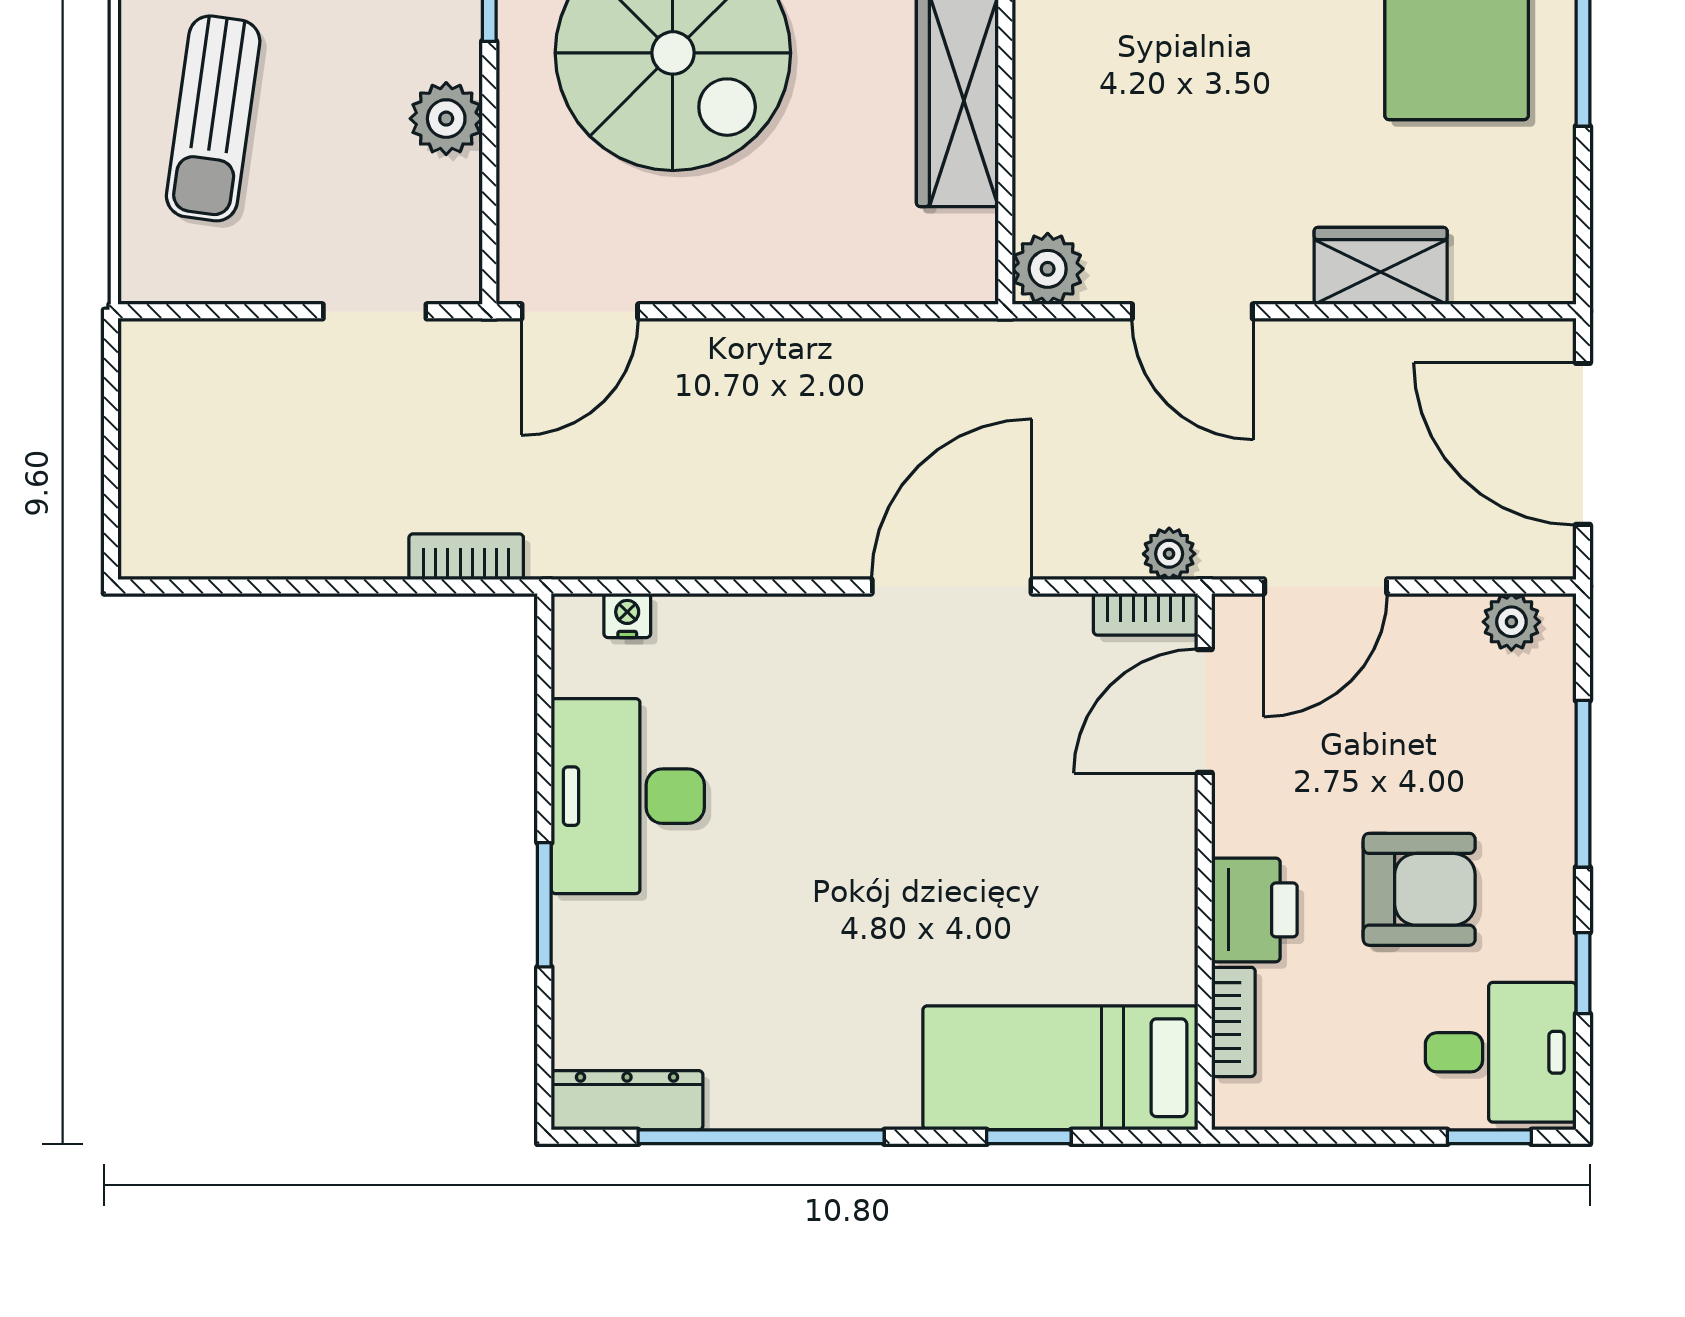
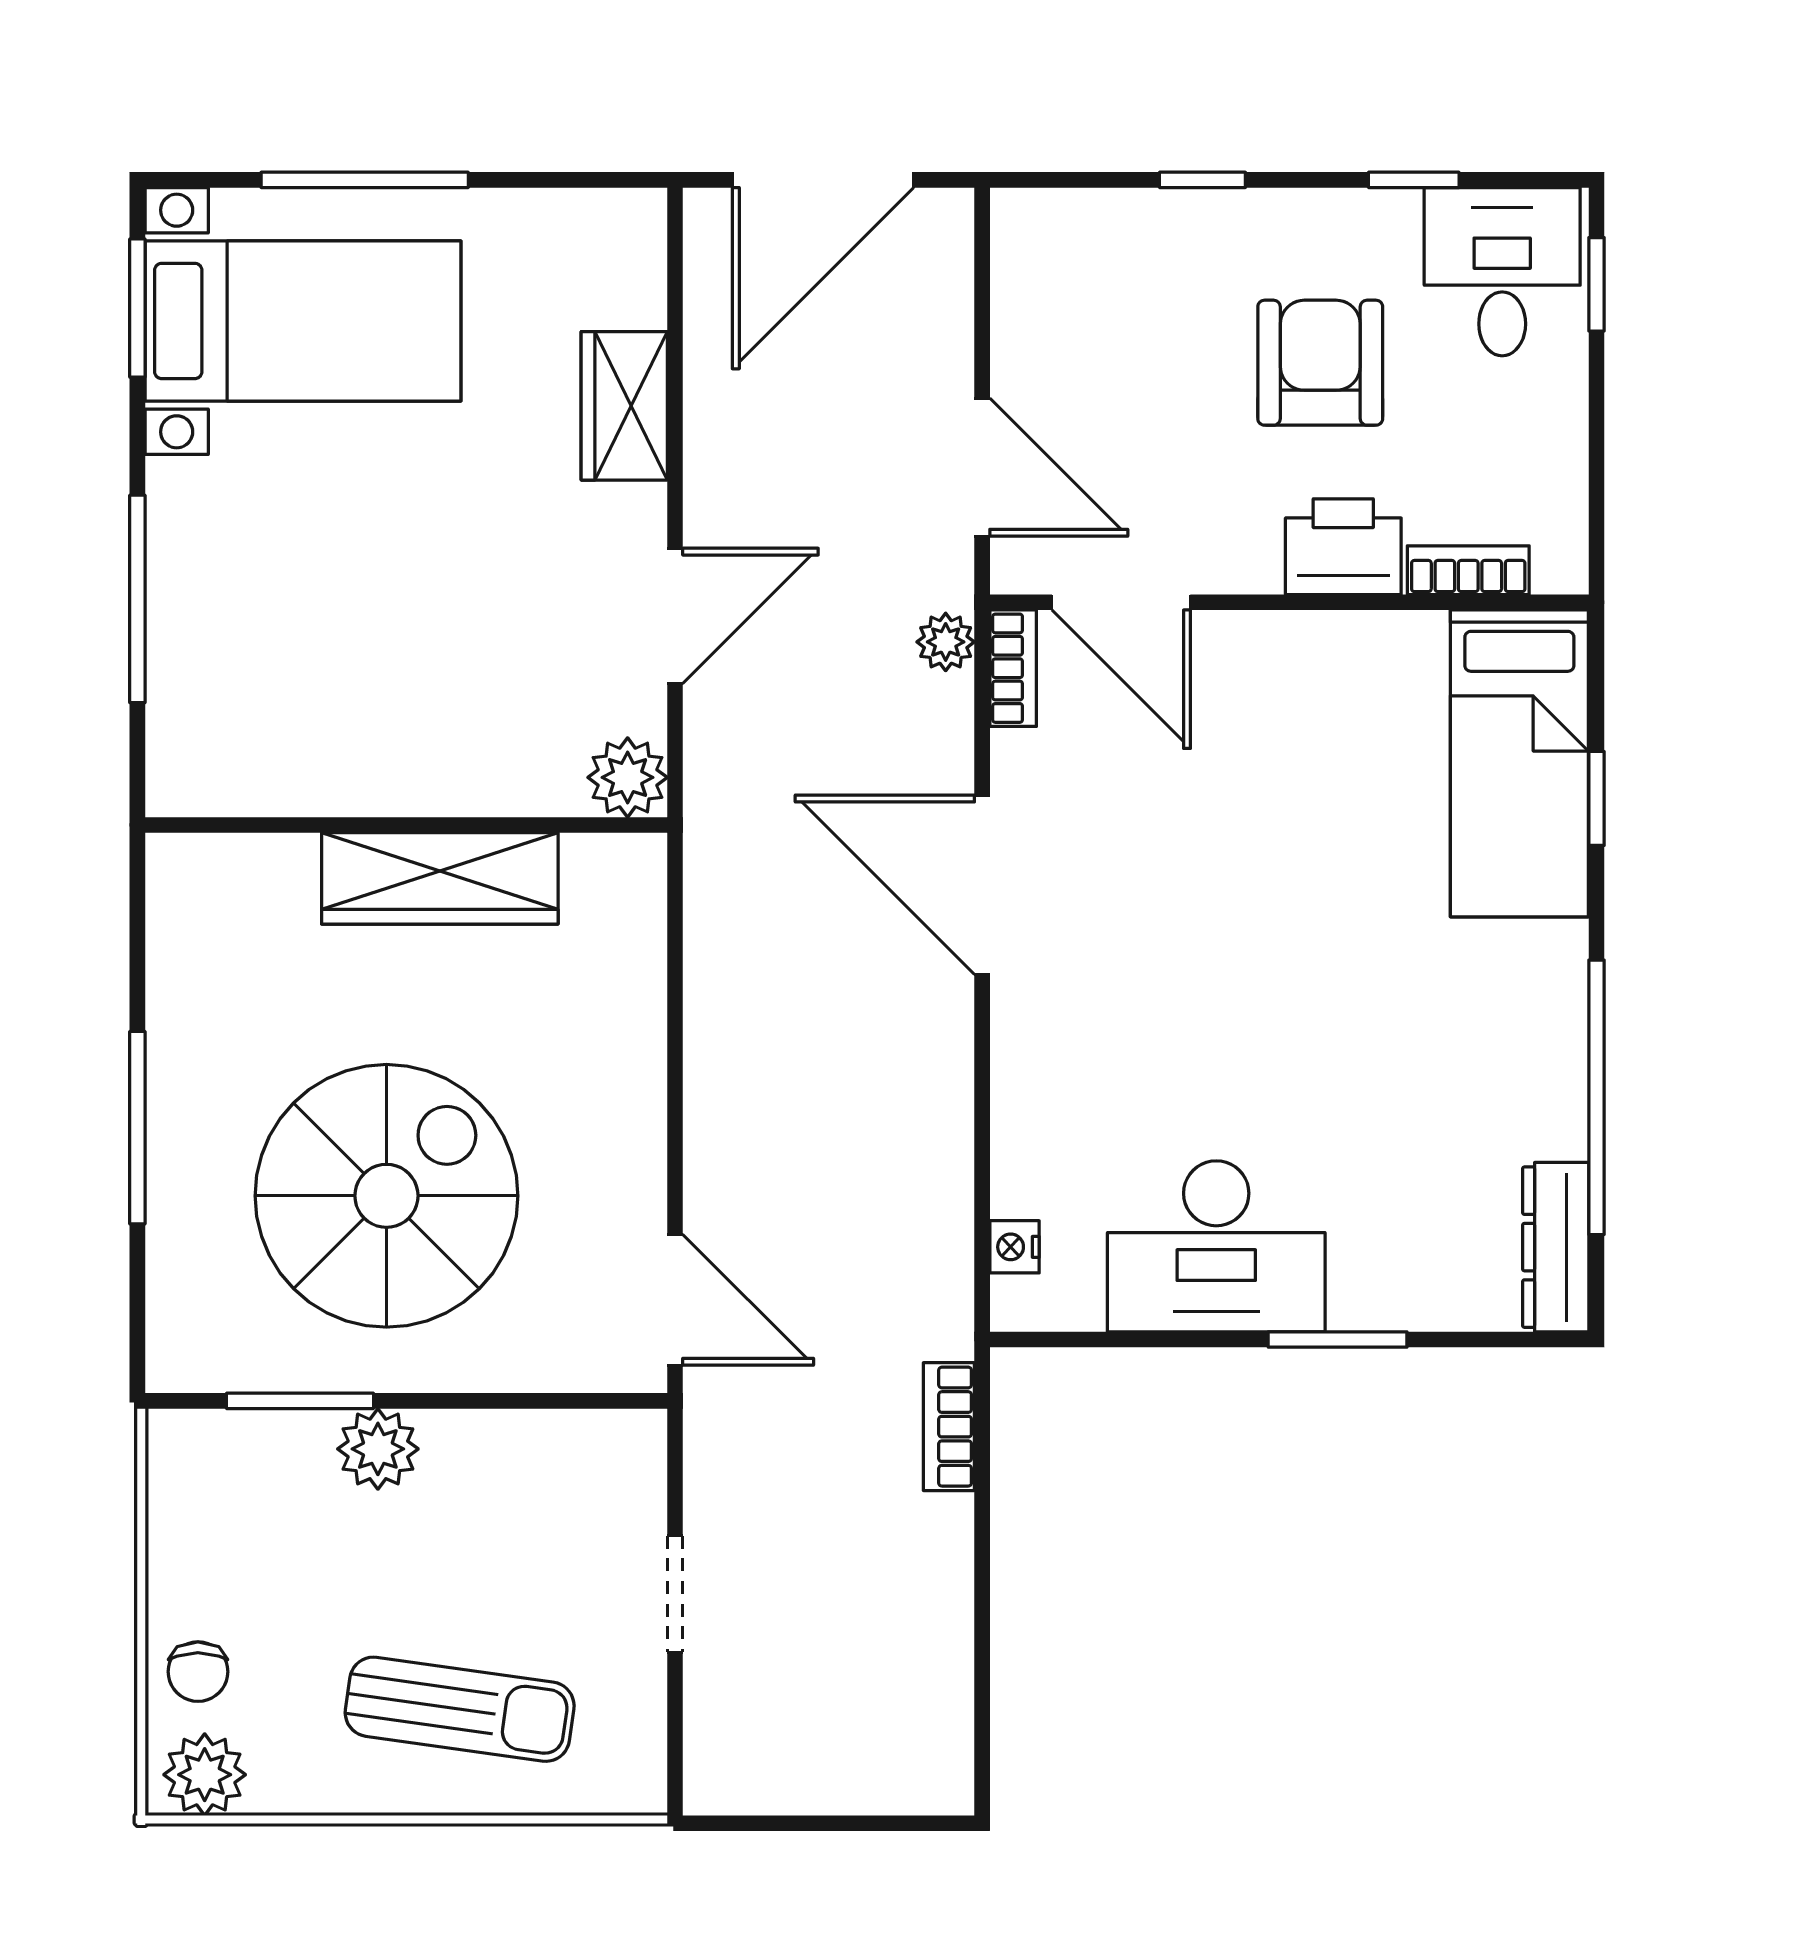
plant: (446, 119) -> (378, 1449), moved
doorway: (375, 311) -> (675, 1594), moved
plant: (1511, 622) -> (1022, 260), removed
window: (1583, 784) -> (1202, 180), width x0.46

